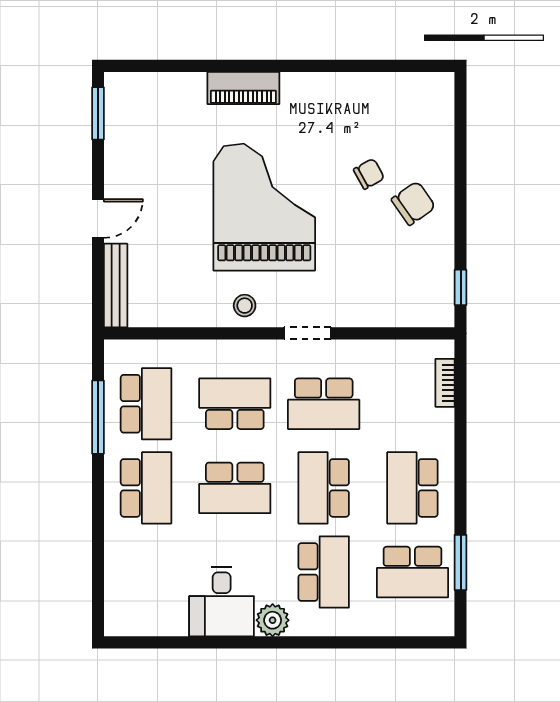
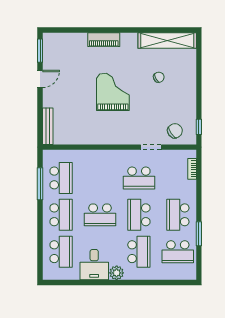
shelving: (388, 90) -> (167, 40), added
chair: (413, 203) -> (175, 131), moved
grand piano: (264, 207) -> (113, 92), width x0.73, depth x0.68
door: (98, 219) -> (40, 79), moved
stool: (245, 306) -> (104, 135), removed
doorway: (307, 333) -> (151, 147), moved
school desk: (235, 404) -> (61, 252), moved, turned 90
window: (461, 562) -> (199, 234), moved

